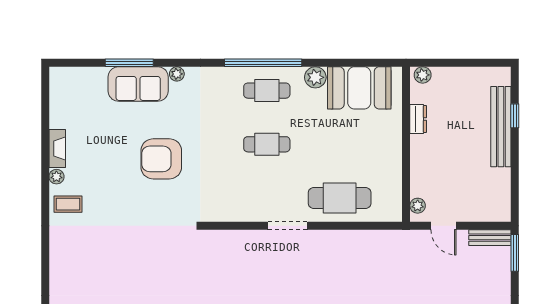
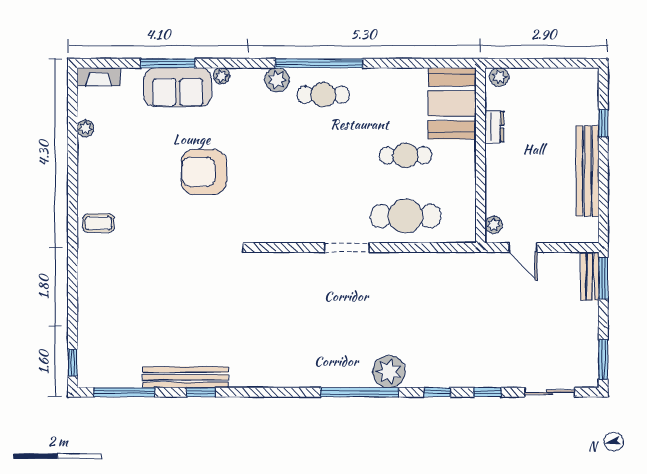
plant: (315, 77) -> (277, 80), moved
booth: (359, 88) -> (452, 103), moved, turned 90
bench: (501, 127) -> (588, 171), moved
cafe table: (267, 144) -> (405, 155), moved
fireplace: (57, 148) -> (99, 77), moved, turned 90
plant: (56, 177) -> (85, 128), moved
bench: (490, 238) -> (590, 276), moved, turned 90

